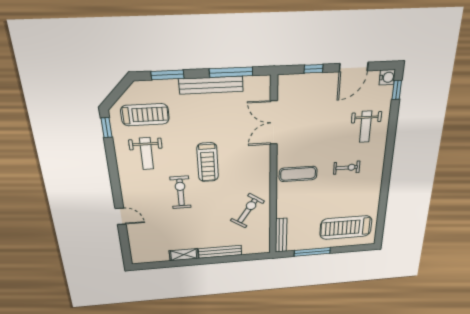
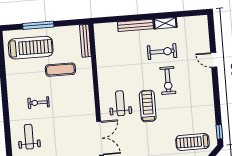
weight bench: (147, 154) -> (120, 103), moved
exercise mat: (298, 174) -> (60, 70), moved
exercise bike: (247, 211) -> (162, 52), moved, turned -124
window: (312, 252) -> (38, 25), moved

